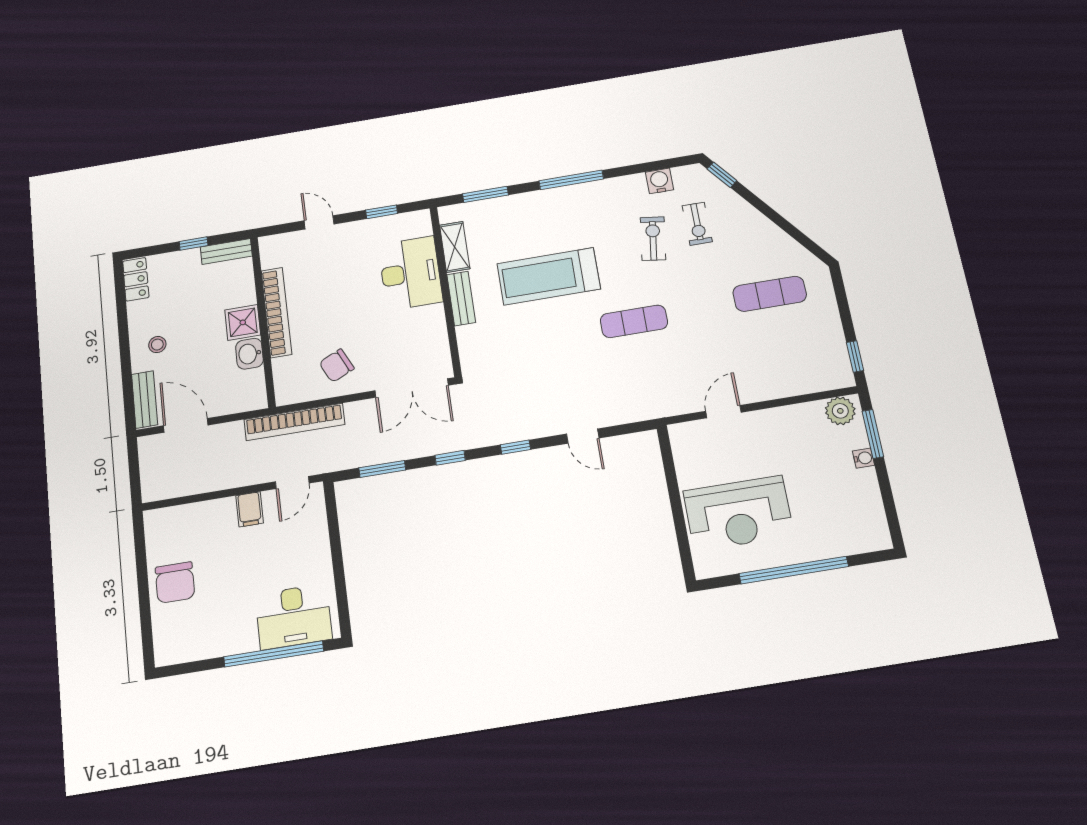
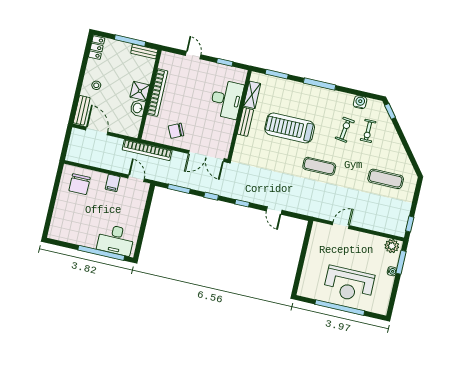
window: (194, 244) -> (130, 41), width x2.17
door: (292, 482) -> (136, 178), swing flipped
reception desk: (738, 513) -> (349, 284), moved
chair: (175, 583) -> (80, 184), moved

